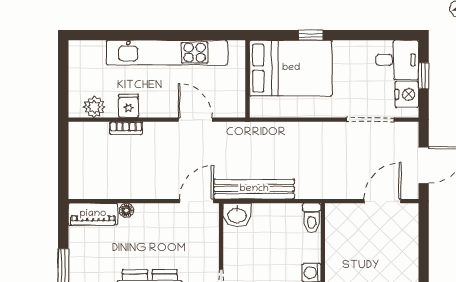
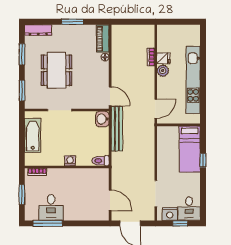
bed: (291, 68) -> (190, 149), width x0.67
plant: (94, 107) -> (163, 71), moved
door: (195, 120) -> (156, 109), moved

